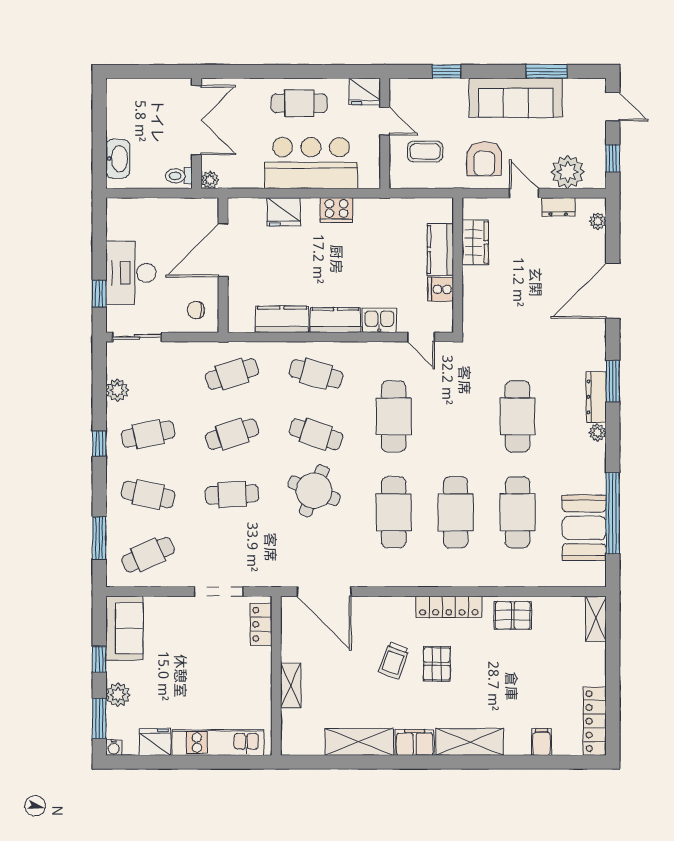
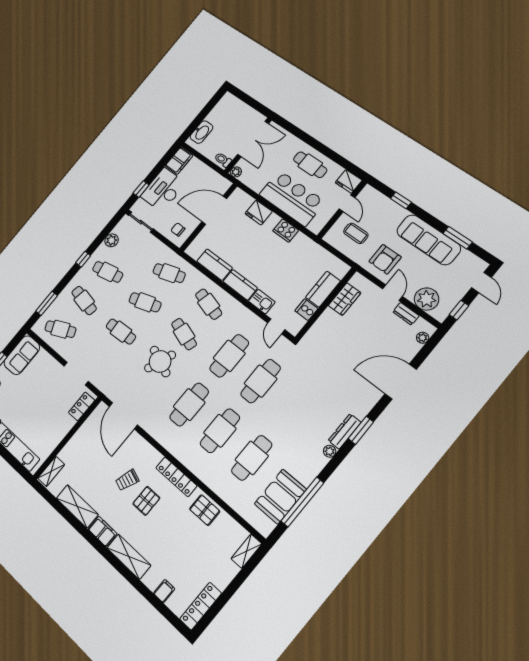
filing cabinet: (119, 219) -> (179, 161), added
cafe table: (518, 416) -> (261, 381), moved
shelving: (291, 686) -> (51, 471), moved

